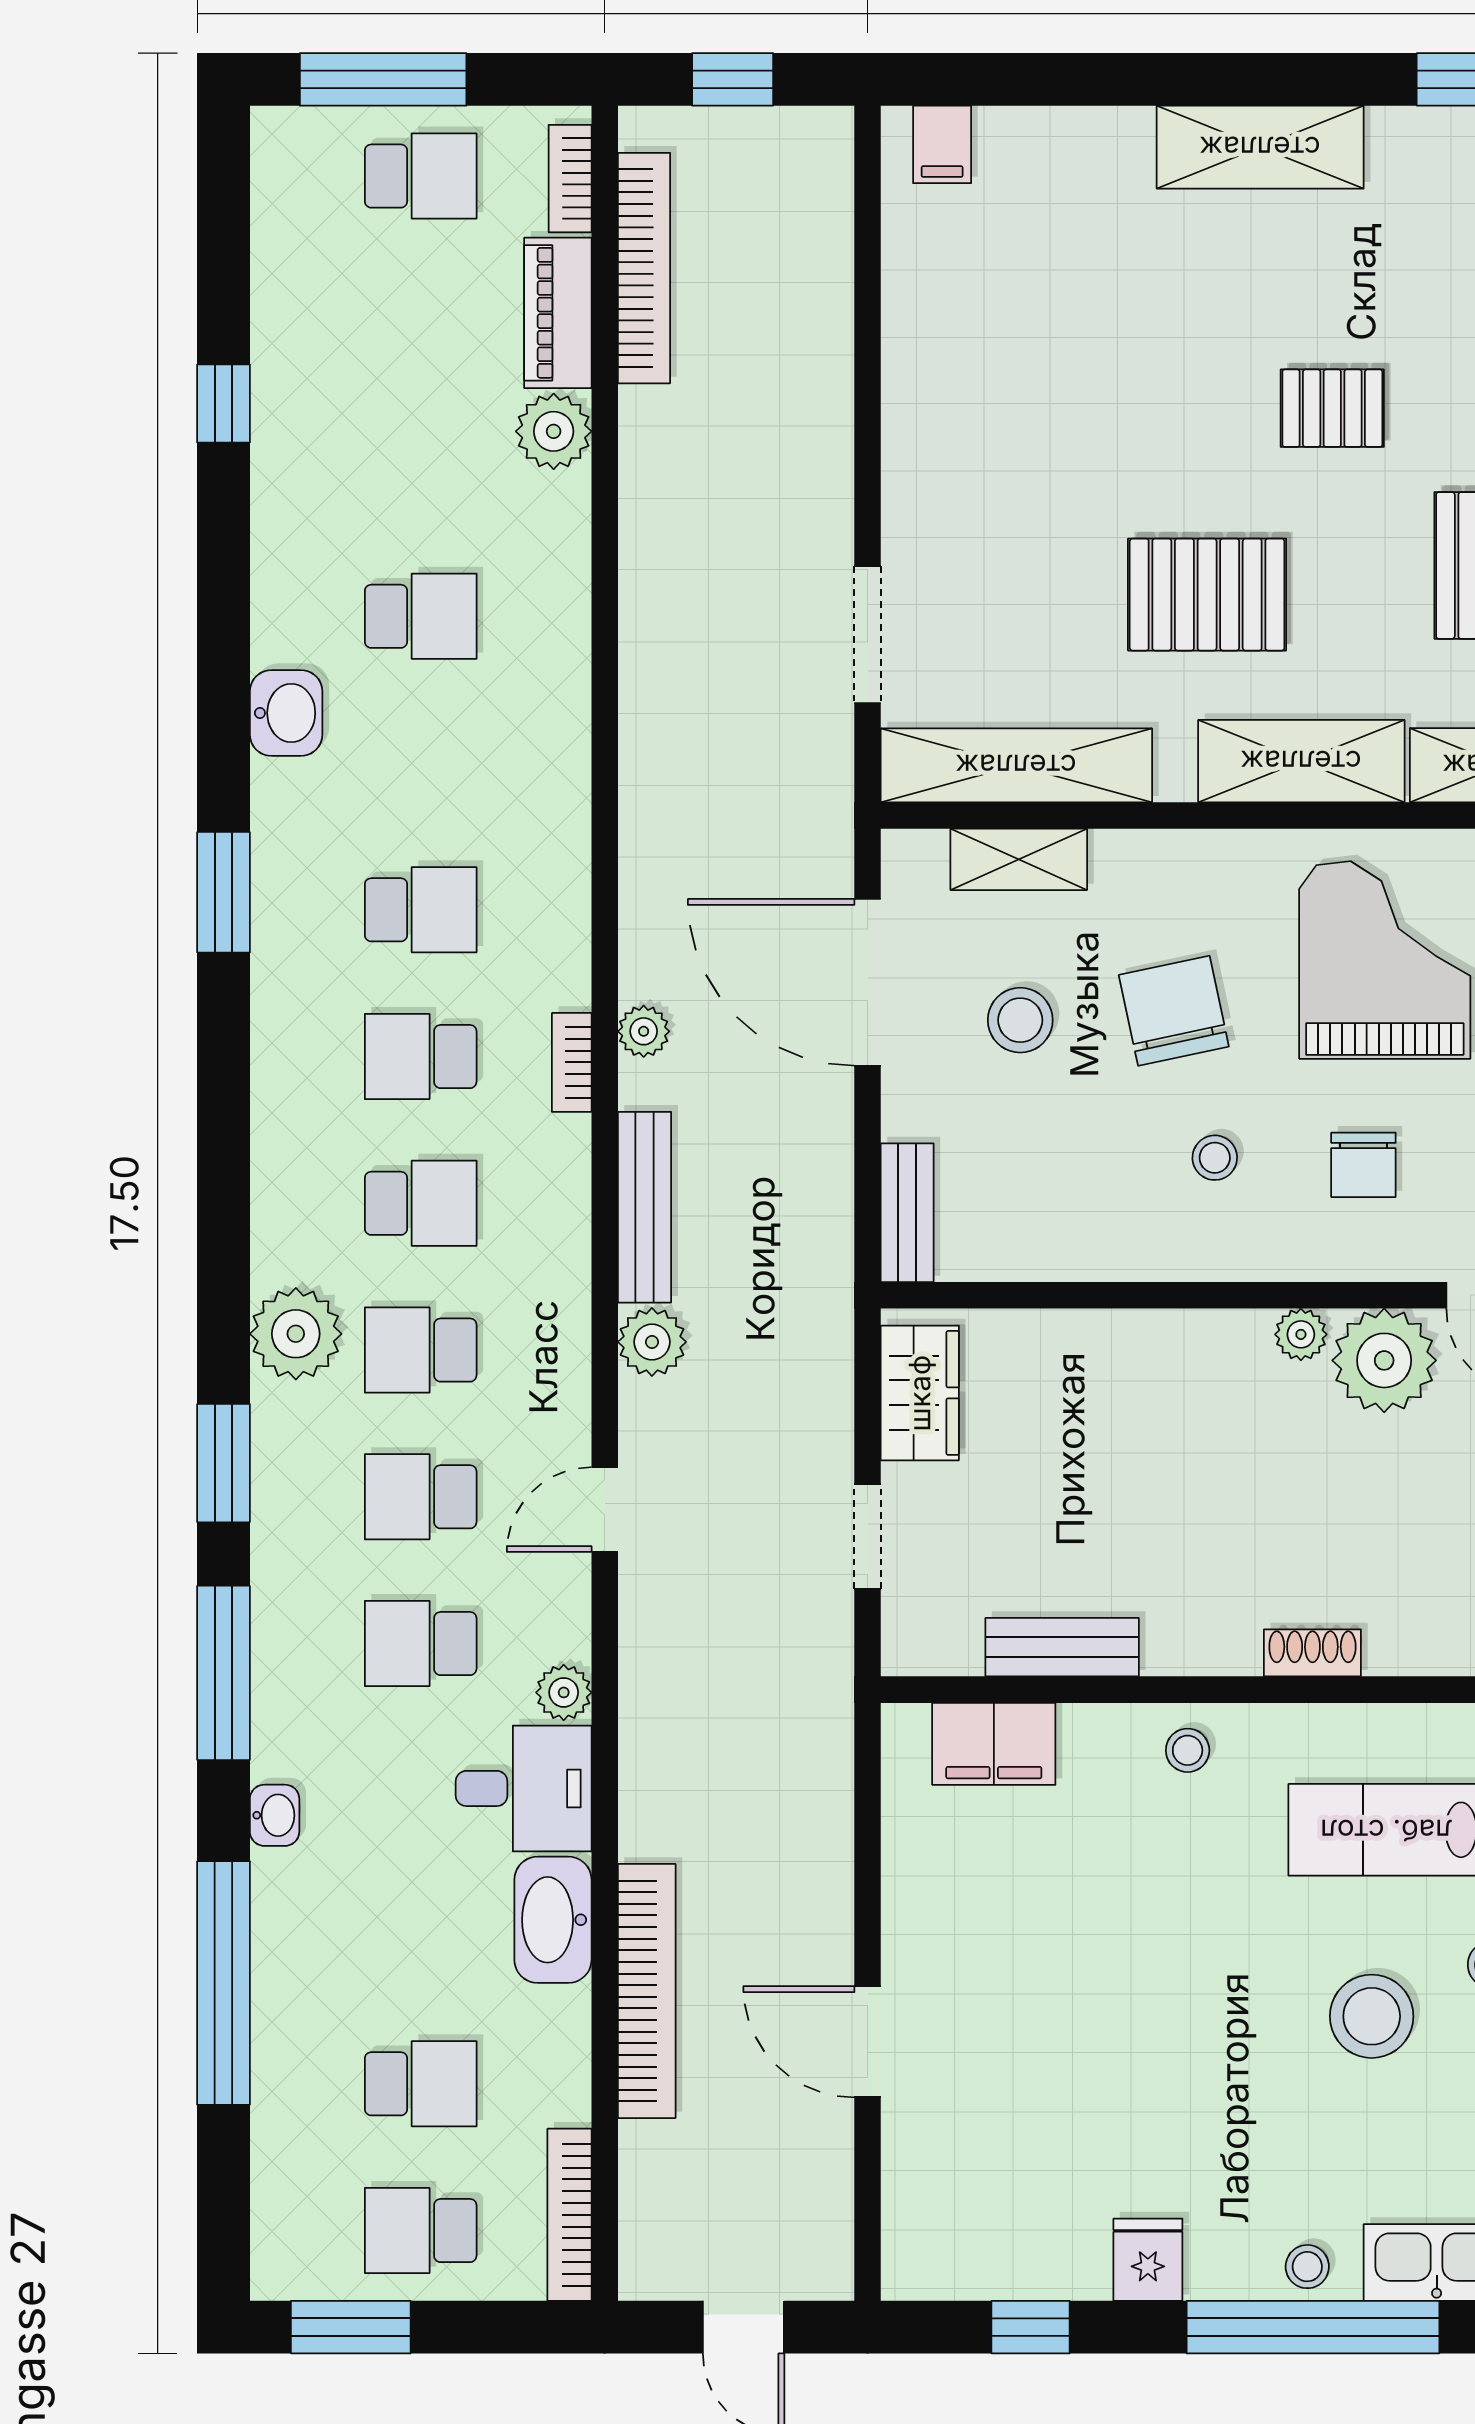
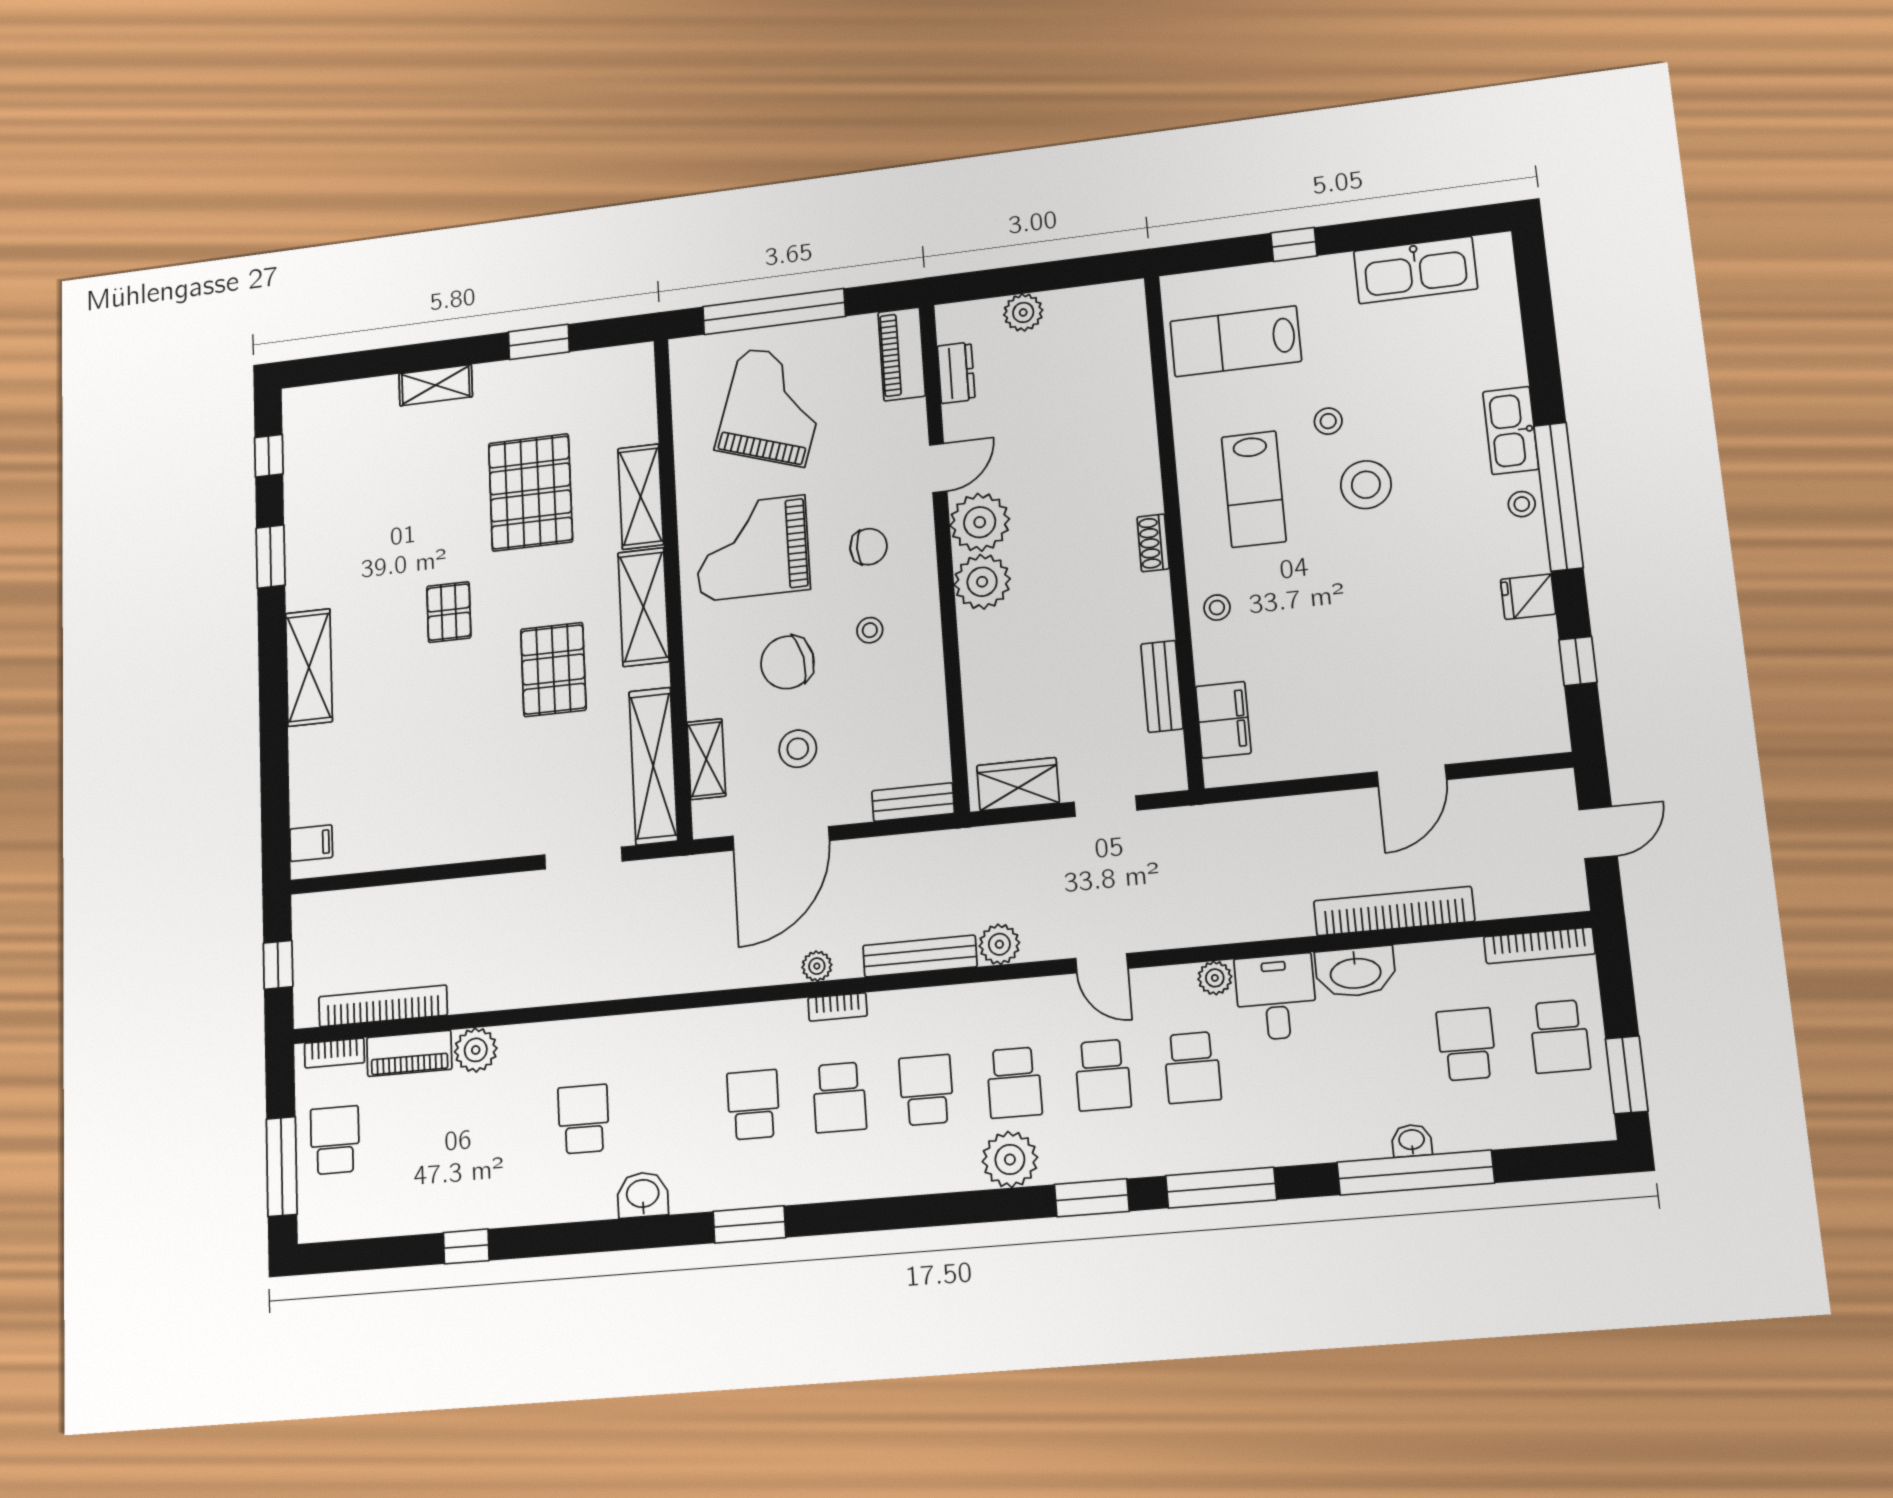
plant: (1301, 1334) -> (982, 582), width x1.88, depth x1.88
washbasin: (275, 1815) -> (1412, 1141), moved

